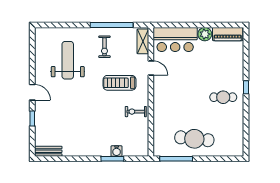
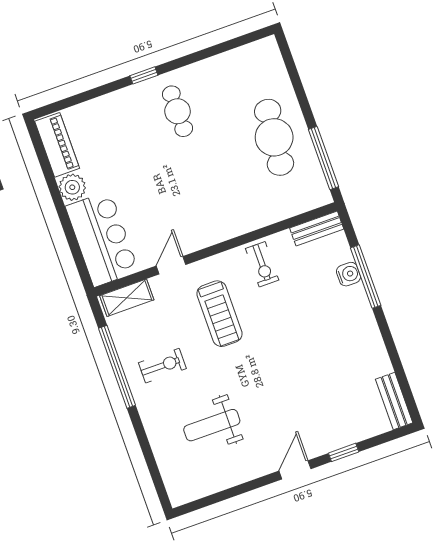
weight bench: (68, 60) -> (212, 425), width x0.73, depth x0.75
bench: (144, 144) -> (317, 229), added
window: (112, 159) -> (366, 277), width x1.44

